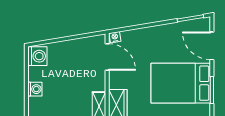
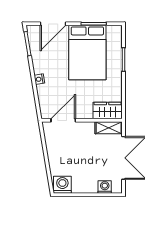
nightstand: (115, 37) -> (39, 79), moved
washing machine: (35, 89) -> (105, 187), moved

